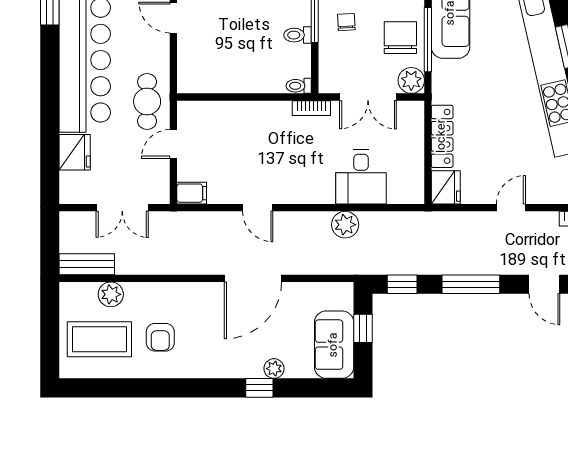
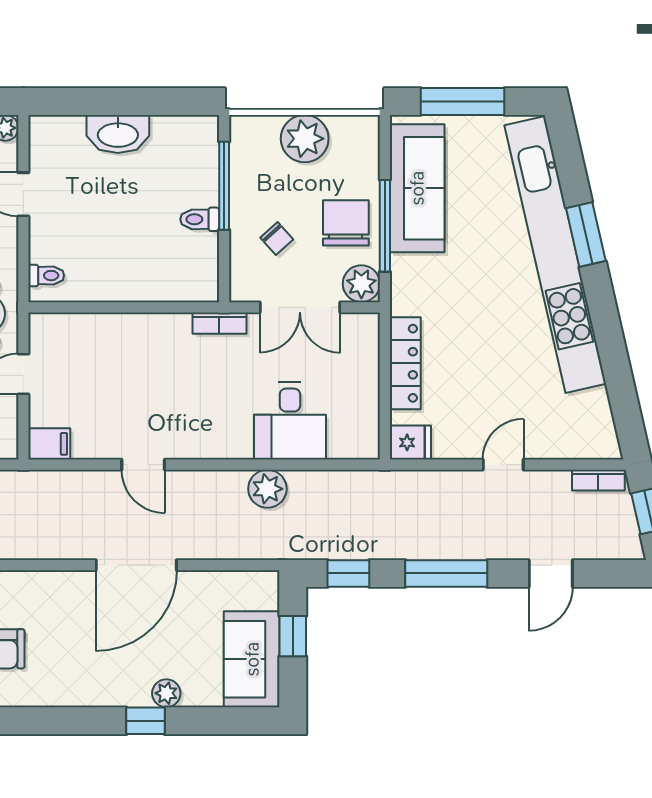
chair: (346, 22) -> (277, 239), moved, turned 141
toilet: (299, 86) -> (46, 276), moved, turned 180
fridge: (446, 187) -> (410, 442), width x0.72
door: (544, 284) -> (551, 573), hinge flipped

